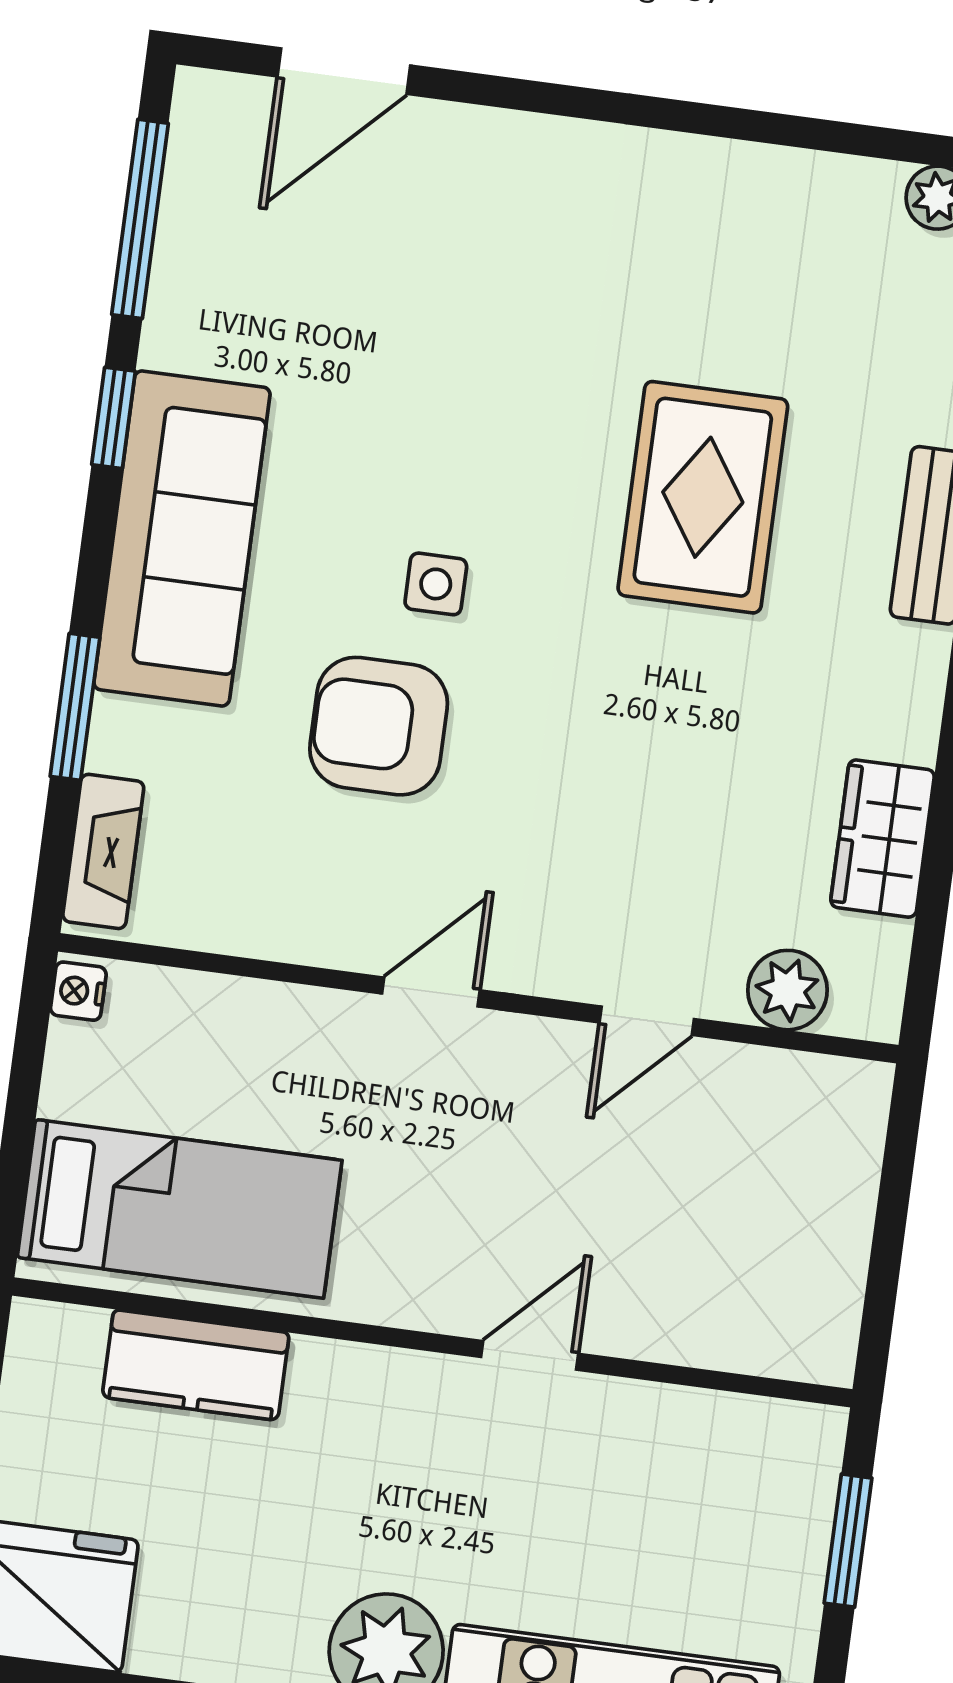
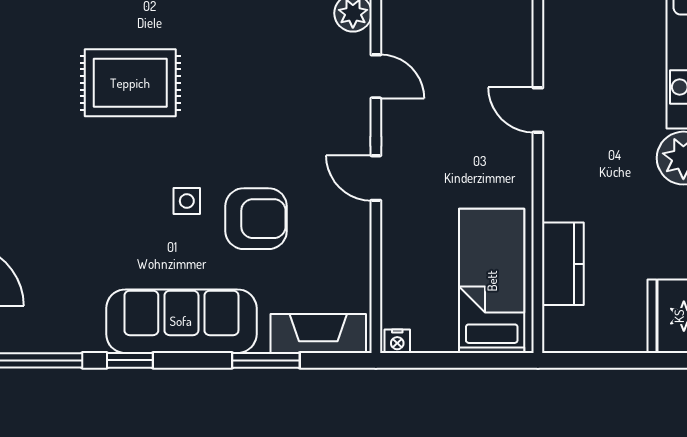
armchair: (379, 726) -> (256, 219), turned -90
fireplace: (103, 851) -> (318, 334), width x1.37, depth x1.32

